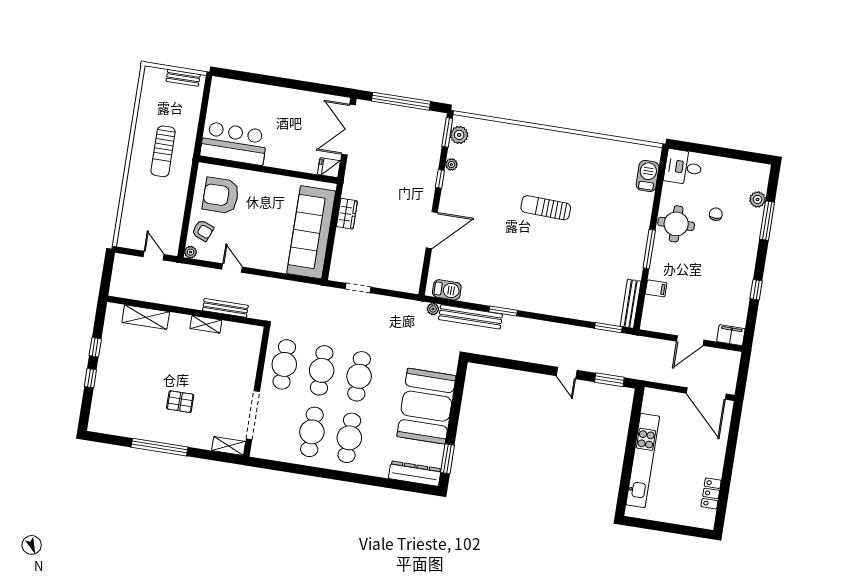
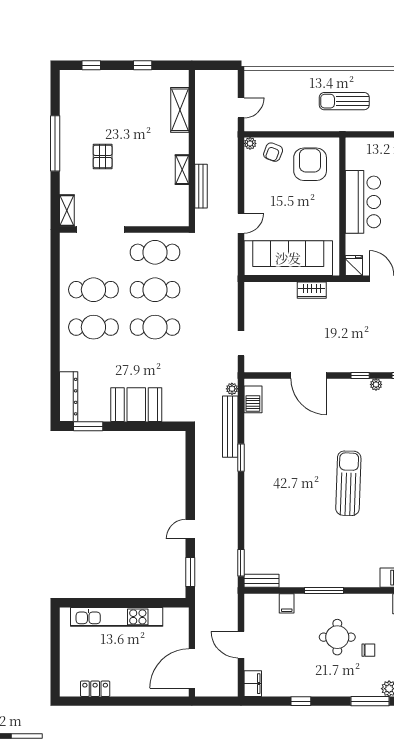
bar counter: (234, 143) -> (363, 202), moved
sun lounger: (546, 208) -> (348, 483), width x1.36, depth x1.34
round table: (676, 224) -> (337, 637), moved
door: (232, 268) -> (241, 223), moved
doorway: (358, 288) -> (241, 343), moved
bench: (631, 304) -> (261, 581), width x0.73
window: (90, 378) -> (91, 65), moved
booth: (426, 406) -> (136, 405), width x0.73, depth x0.70

